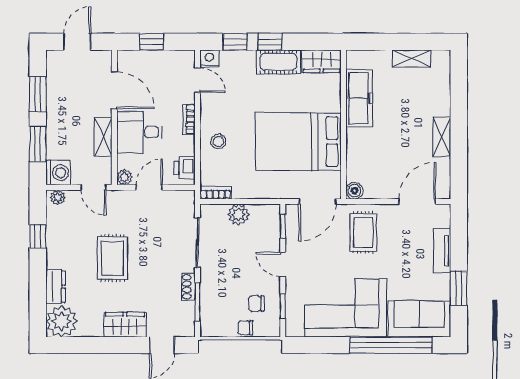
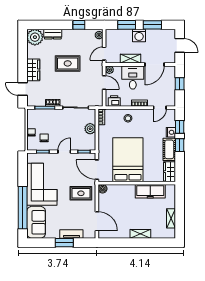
nightstand: (209, 59) -> (171, 132), moved
shelving: (442, 137) -> (140, 234), moved
washing machine: (58, 173) -> (139, 35), moved
window: (459, 288) -> (64, 243), moved

